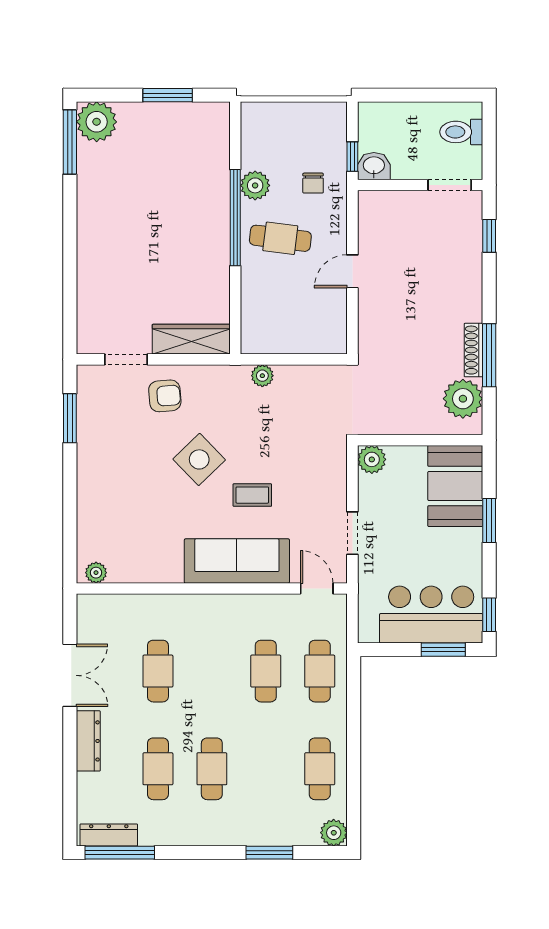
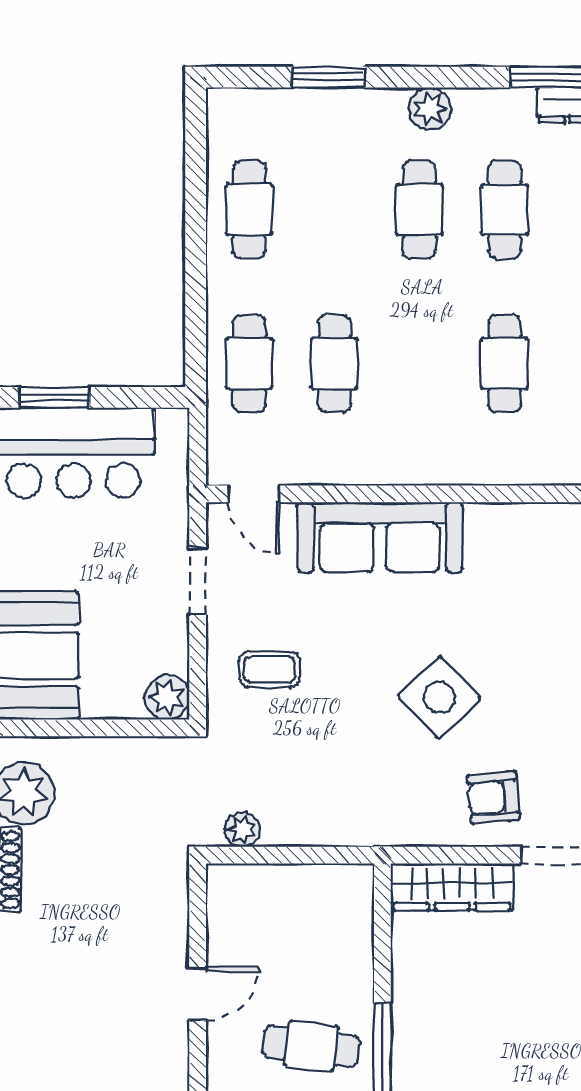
plant: (262, 376) -> (242, 829), moved
coffee table: (252, 495) -> (270, 670), moved
plant: (334, 833) -> (430, 109), moved

